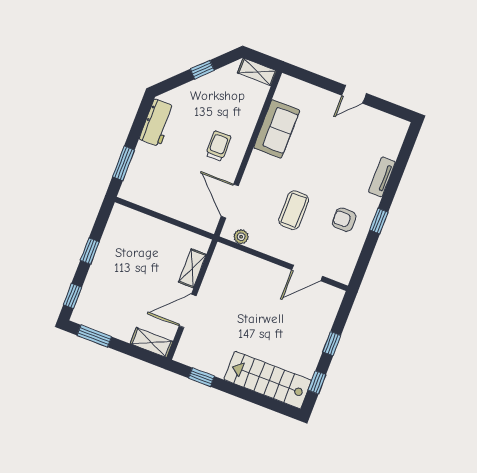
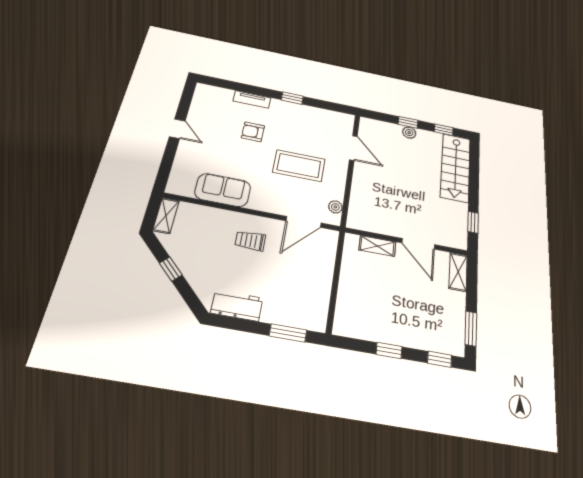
coffee table: (294, 210) -> (299, 166), width x1.36, depth x1.32
armchair: (344, 220) -> (253, 132), moved, turned 90
plant: (318, 341) -> (409, 133), added

